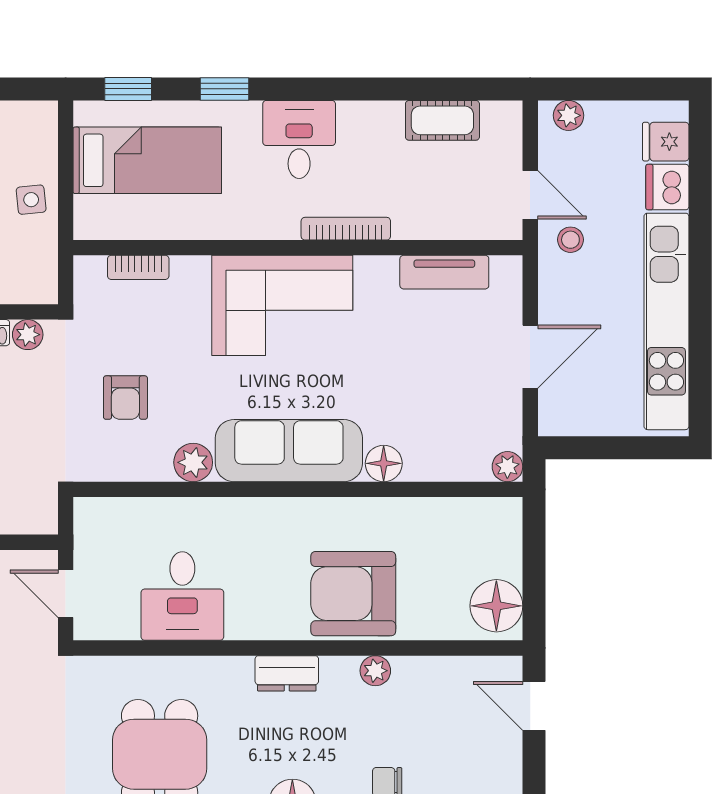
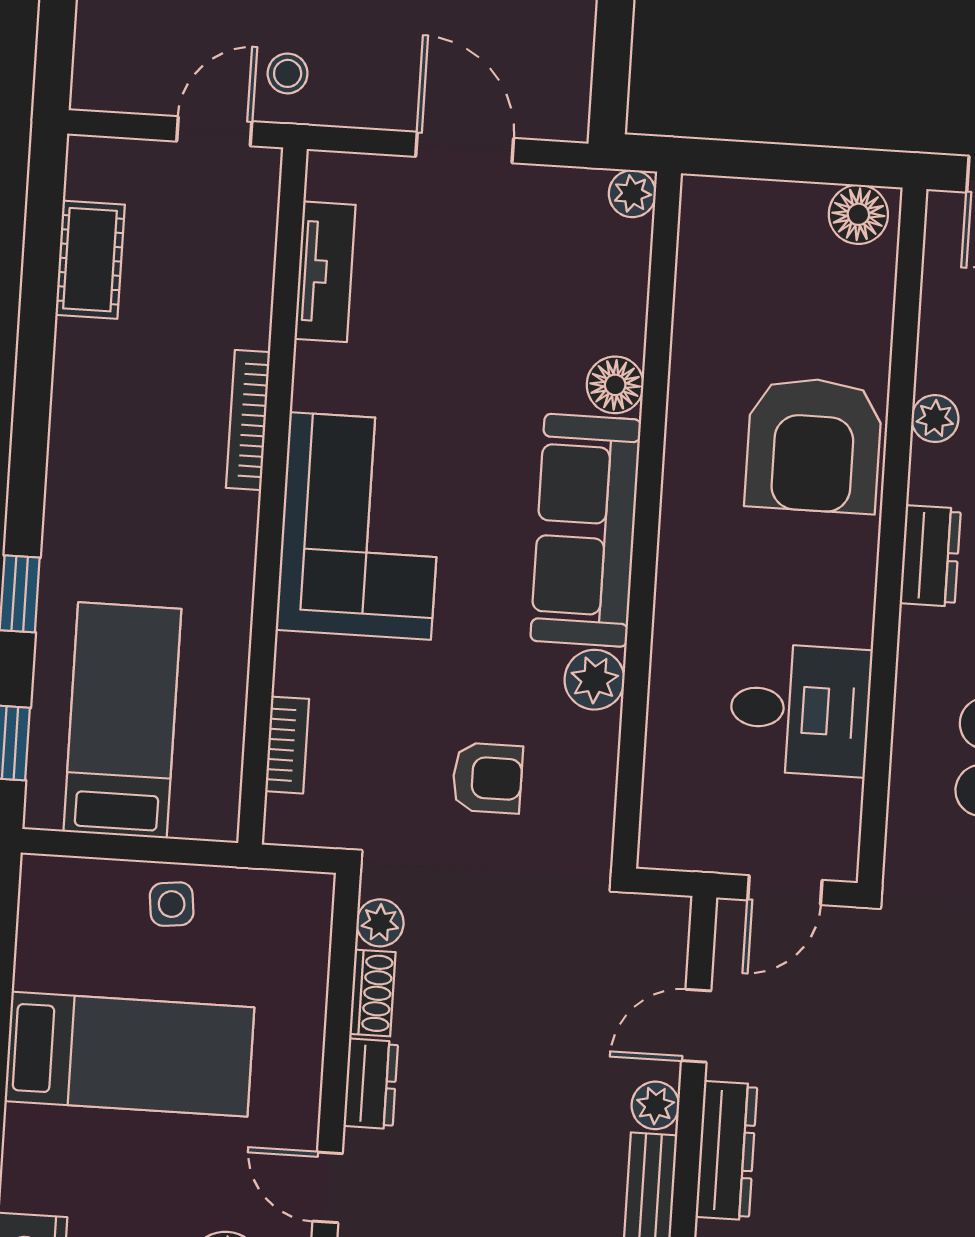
plant: (569, 115) -> (95, 64), removed
desk: (299, 139) -> (105, 483), removed
floor lamp: (496, 606) -> (858, 214), width x0.73, depth x0.73

